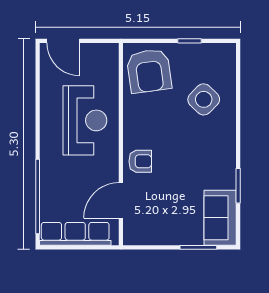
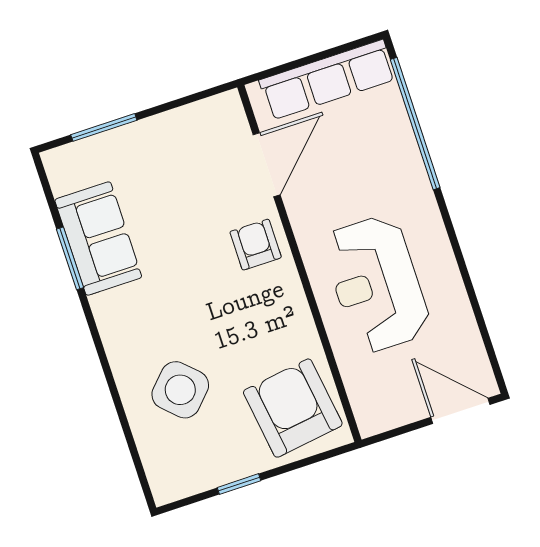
armchair: (140, 161) -> (256, 245), turned 90
sofa: (220, 218) -> (98, 239), moved

